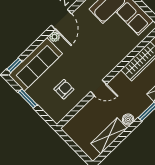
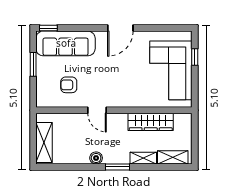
plant: (55, 37) -> (102, 36), removed
armchair: (64, 89) -> (69, 85), turned 180
shelving: (109, 136) -> (44, 142), moved, turned 90

